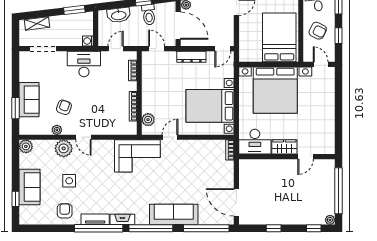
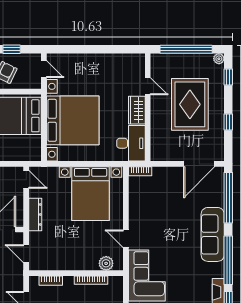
door: (157, 49) -> (26, 254), hinge flipped
door: (321, 64) -> (44, 69), swing flipped
rug: (289, 194) -> (190, 104), added

